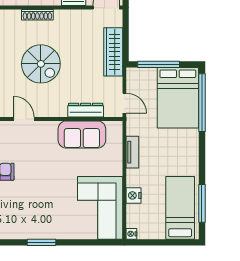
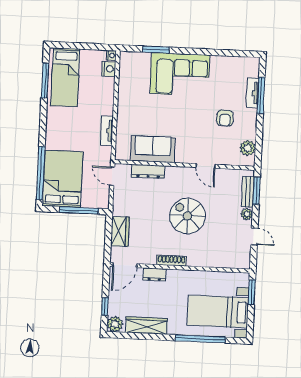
shoe rack: (37, 15) -> (171, 261), moved
wardrobe: (113, 52) -> (120, 231), width x0.67
nightstand: (134, 195) -> (109, 69), moved
corner sofa: (100, 208) -> (180, 74), moved, turned 90
window: (41, 242) -> (156, 50), moved

